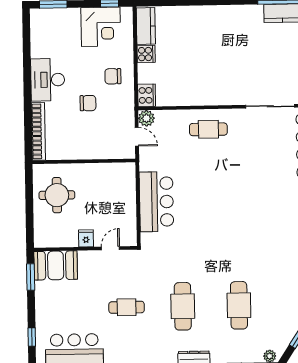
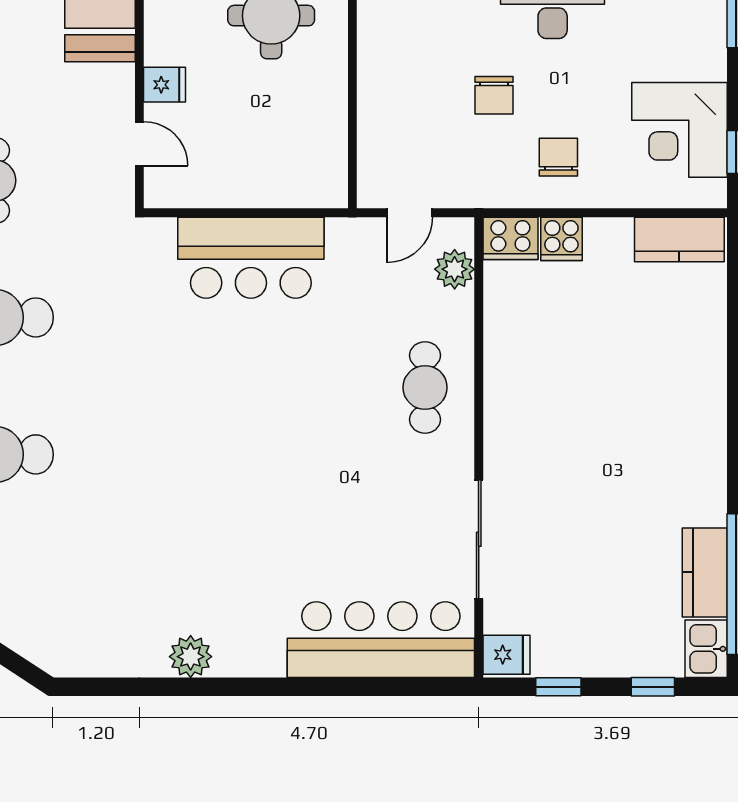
cooker: (146, 54) -> (561, 239), moved
plant: (146, 118) -> (455, 269), moved

